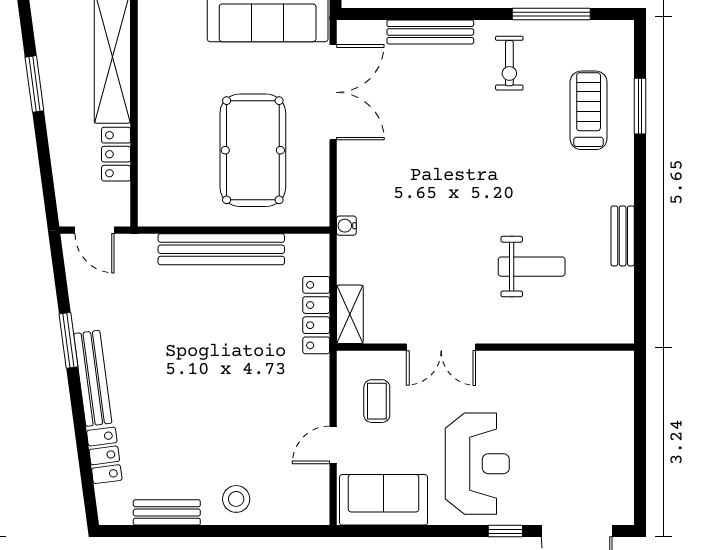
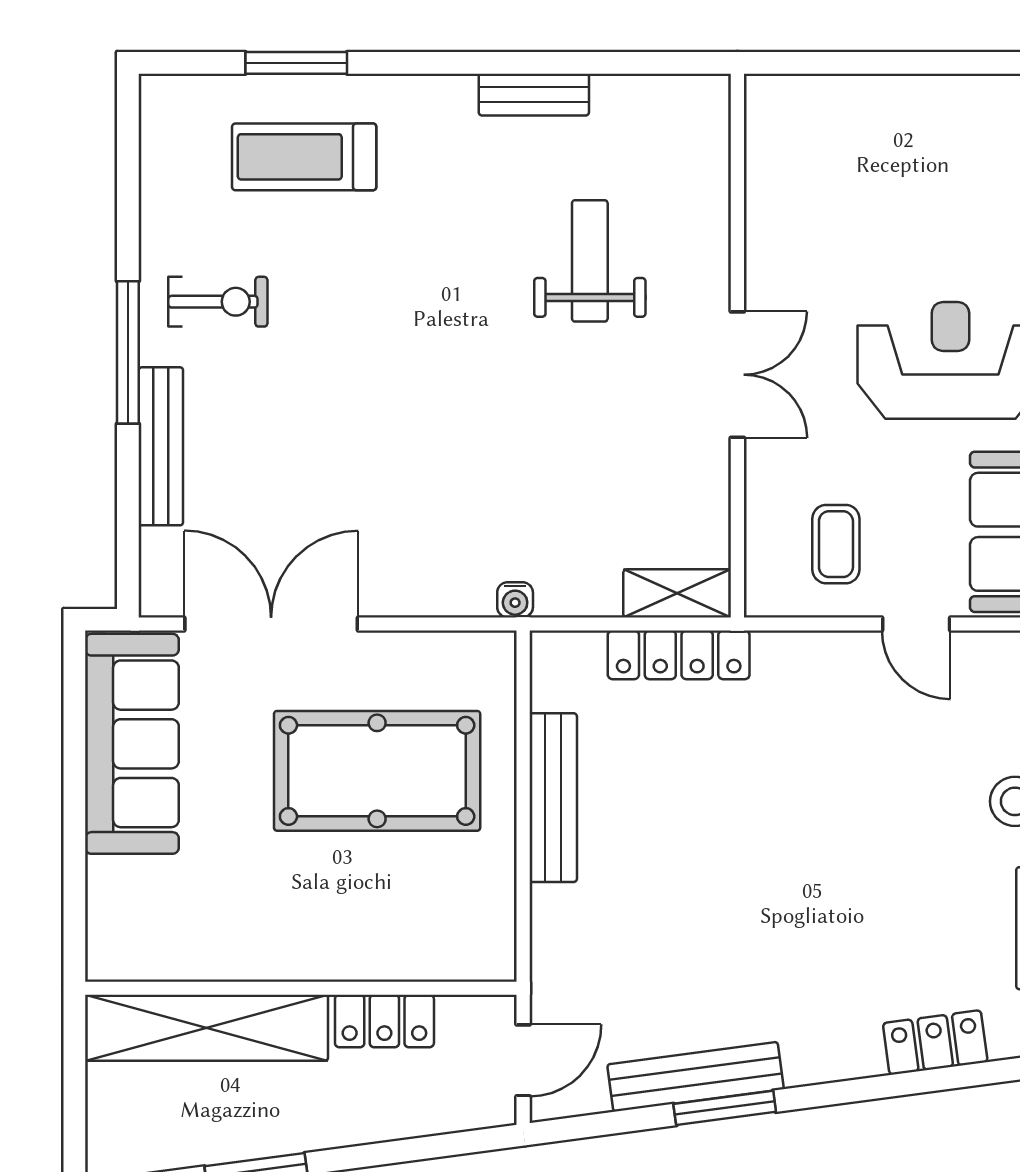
window: (551, 14) -> (128, 352), moved
bench: (221, 249) -> (553, 798), width x0.73, depth x0.82
double door: (441, 347) -> (737, 375), moved
bench: (93, 378) -> (696, 1077), moved
coffee table: (377, 401) -> (836, 544), turned 90

